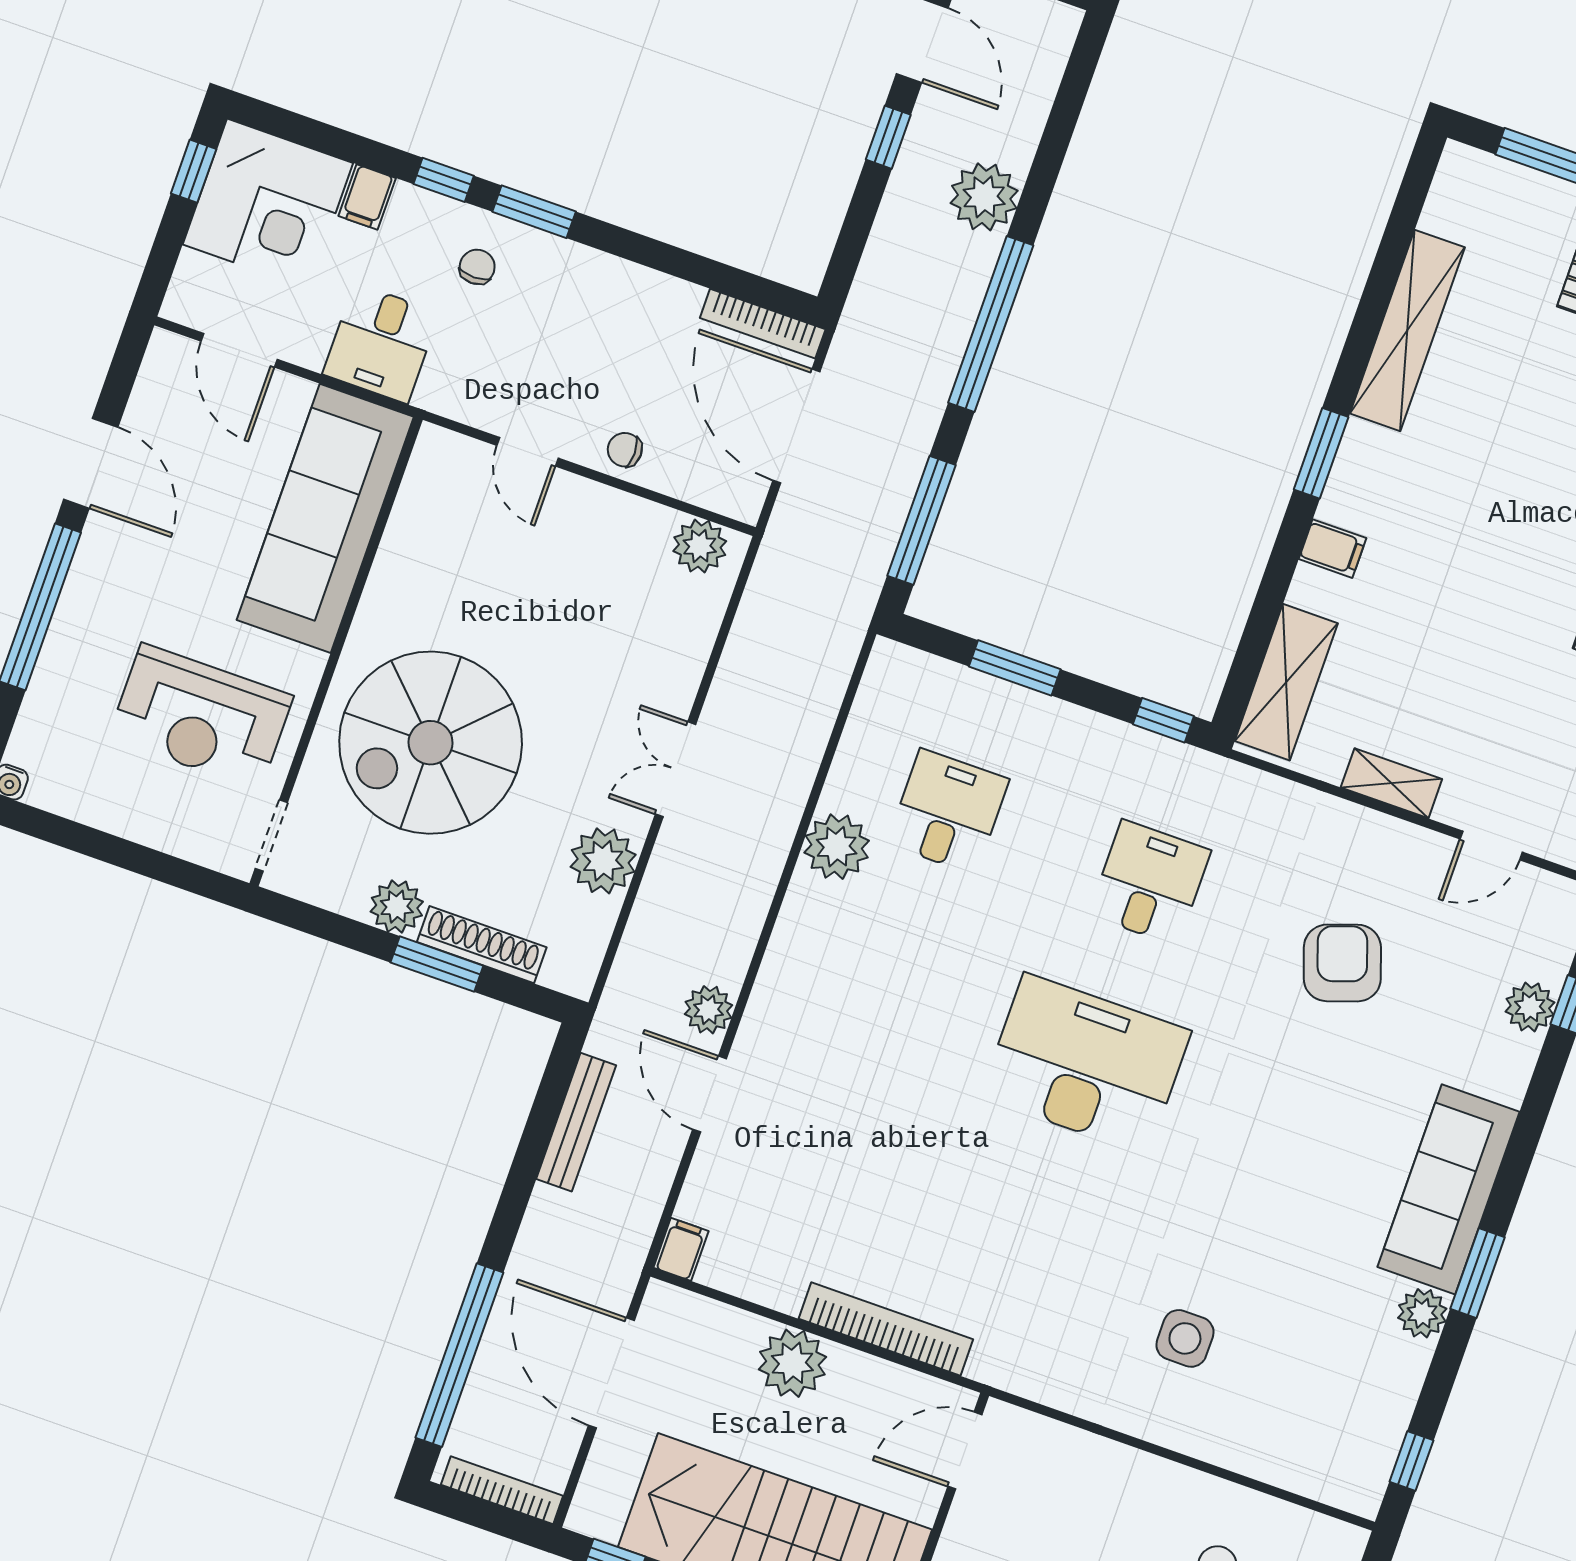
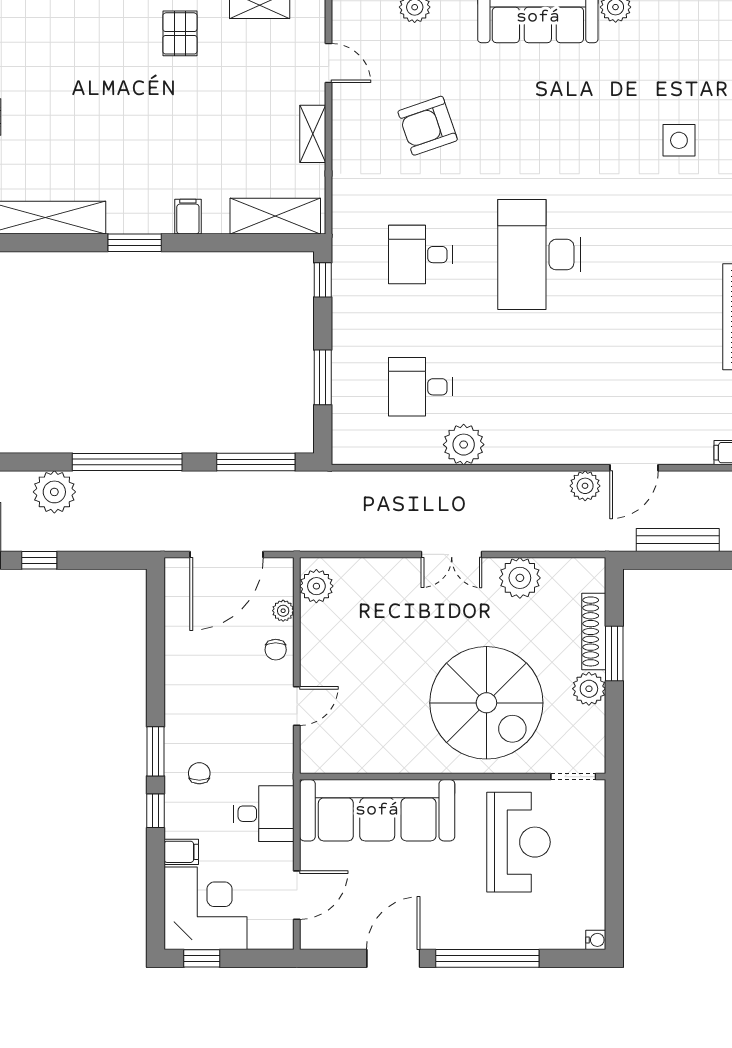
chair: (477, 267) -> (199, 773), turned 90
bookcase: (763, 324) -> (174, 595), removed
plant: (680, 482) -> (283, 611), added

